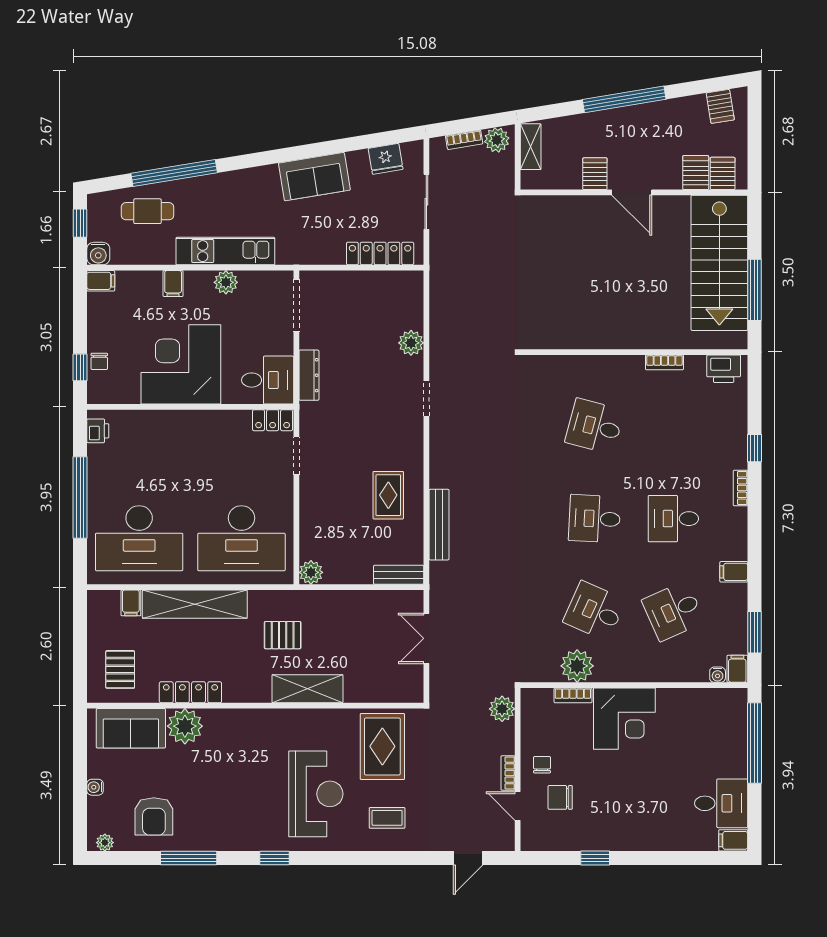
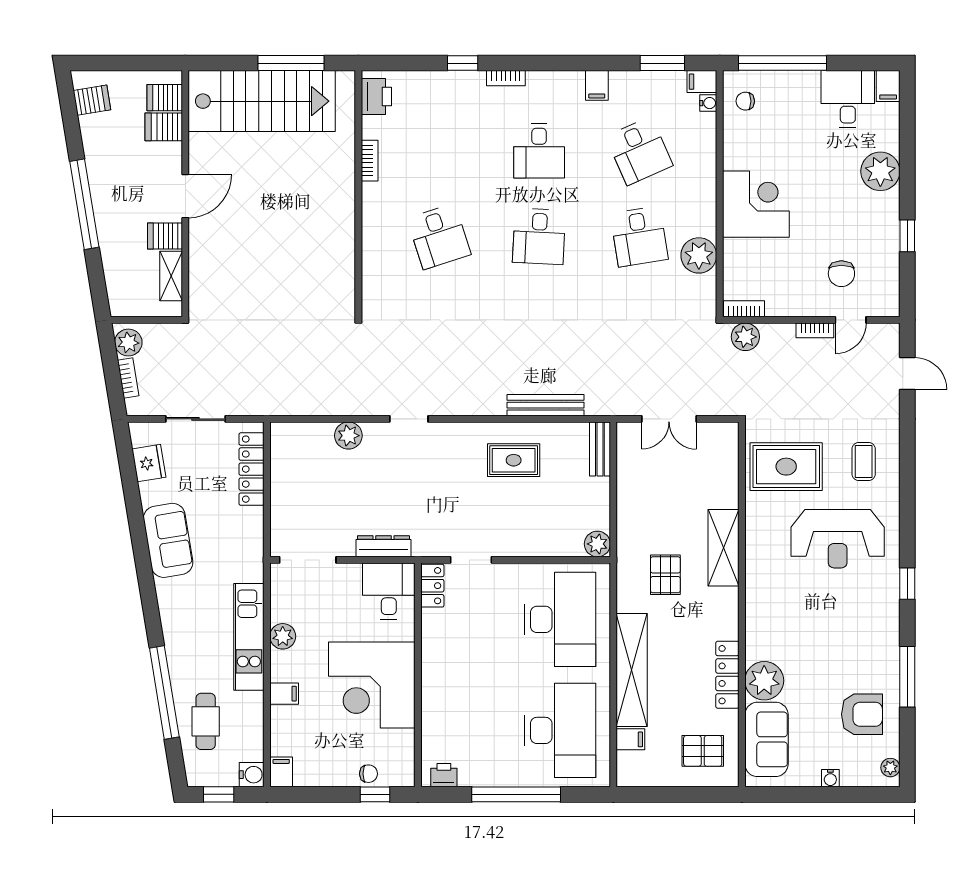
shelving: (531, 147) -> (171, 276), moved, turned 90
desk: (595, 426) -> (439, 236), turned -33
desk: (595, 611) -> (639, 236), turned -33
bookcase: (573, 695) -> (744, 309), moved, turned -90
chair: (542, 765) -> (745, 101), moved
reception desk: (316, 794) -> (838, 539), turned 180
plant: (655, 833) -> (880, 171), added

